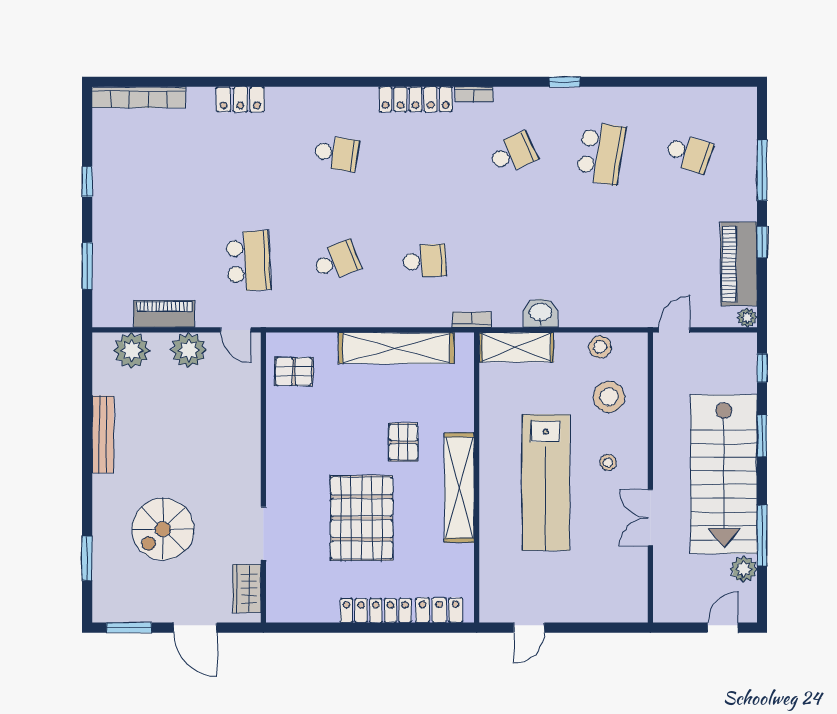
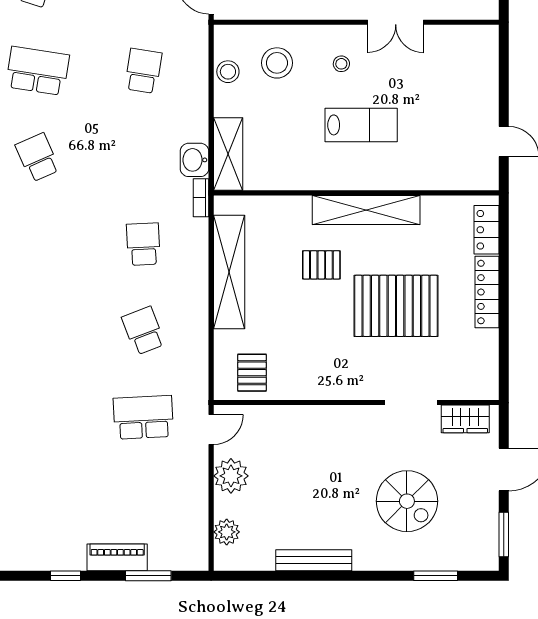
school desk: (336, 153) -> (143, 71), moved
washbasin: (540, 313) -> (194, 160), moved
piano: (164, 314) -> (117, 557), moved, turned 90
plant: (132, 351) -> (227, 532), width x0.73, depth x0.73
lab bench: (546, 483) -> (361, 125), width x0.54, depth x0.72

